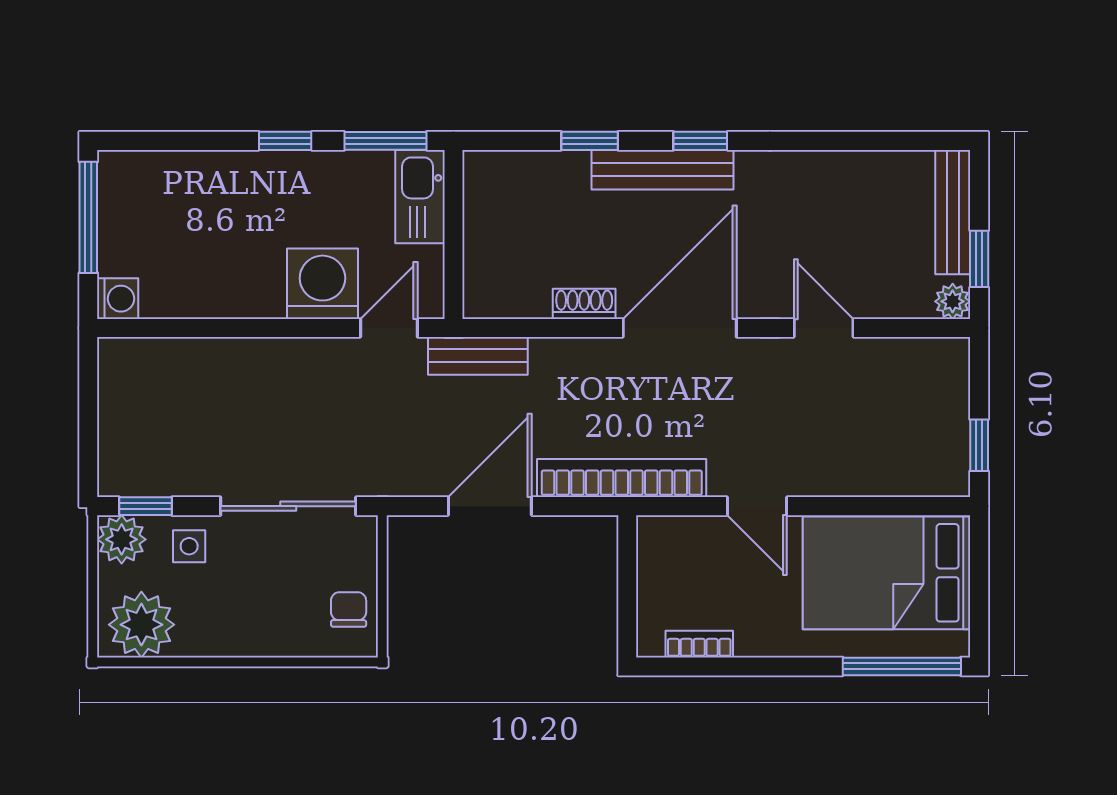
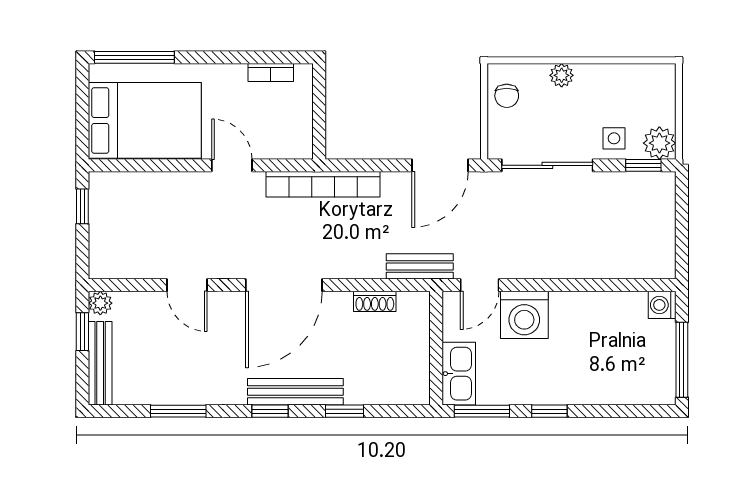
window: (837, 141) -> (178, 411), added
shoe rack: (584, 304) -> (375, 301), moved
door: (490, 506) -> (440, 165), moved
plant: (141, 625) -> (562, 75), moved, width x0.53, depth x0.53

